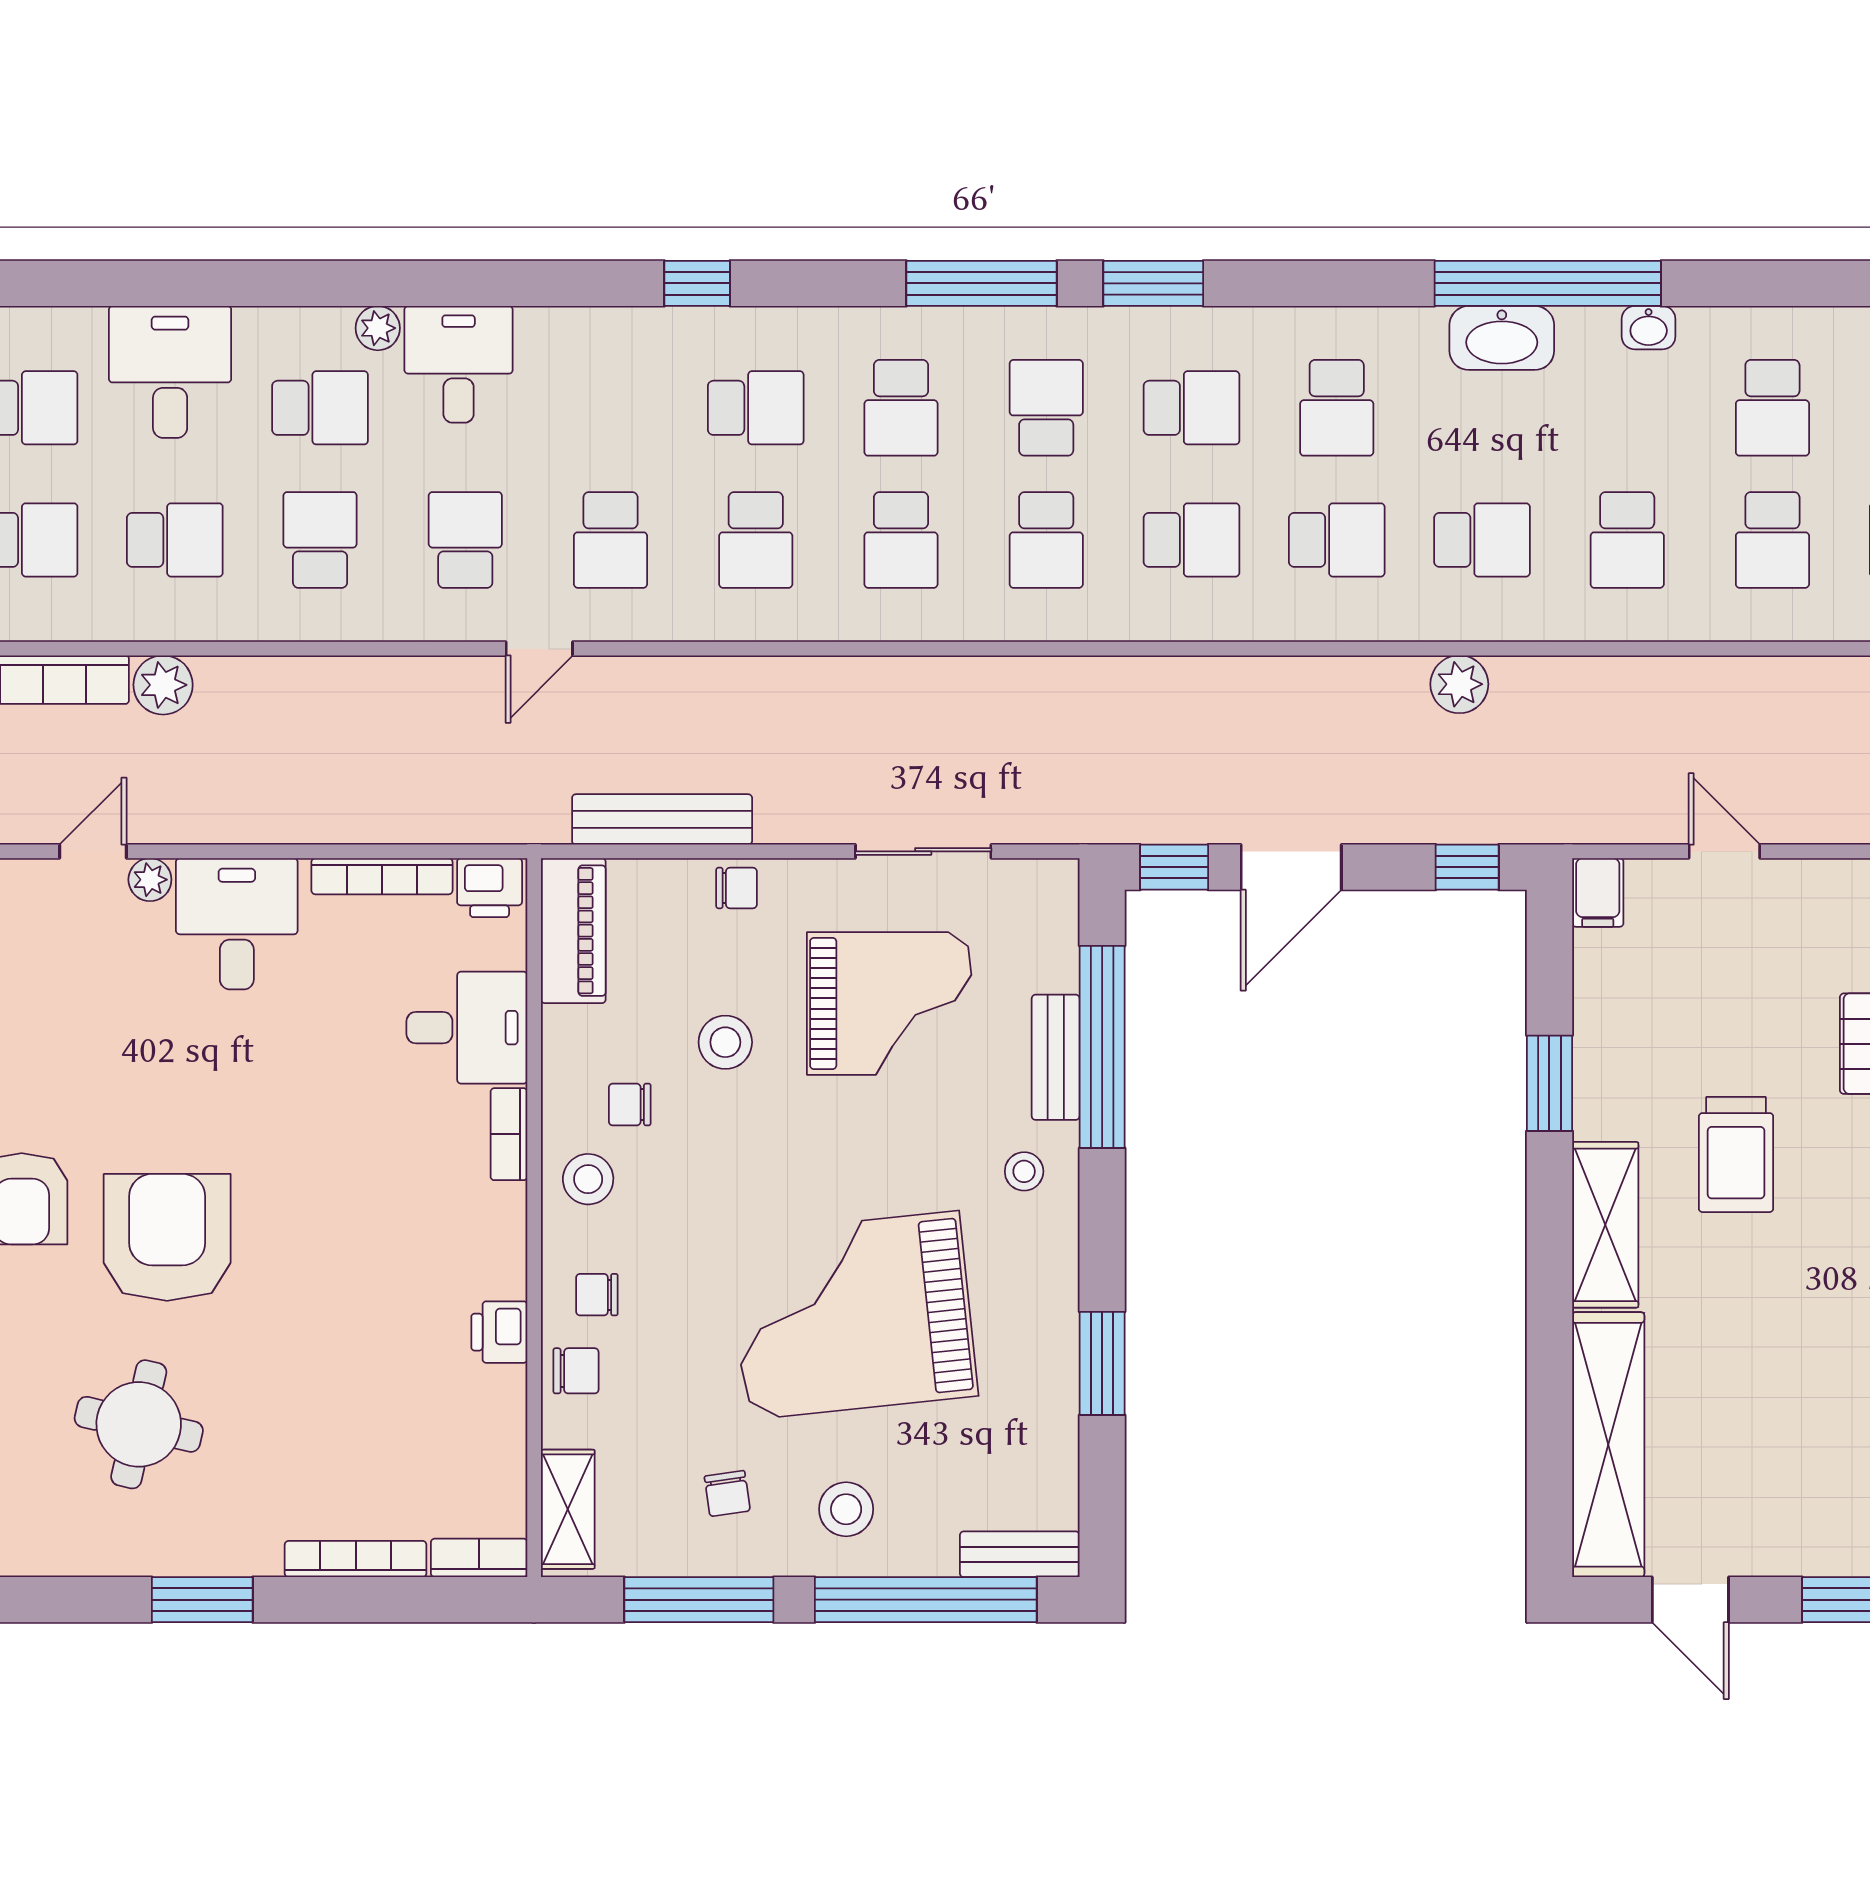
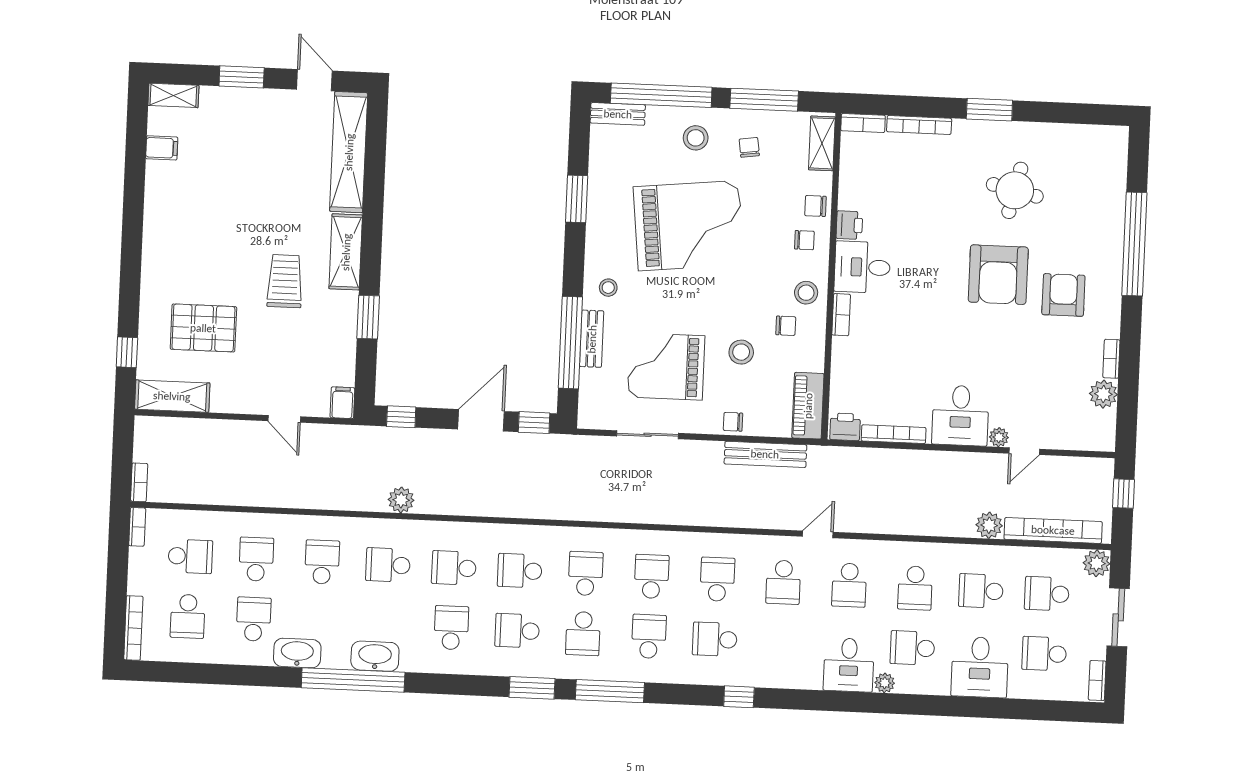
washbasin: (1649, 328) -> (297, 653), width x1.91, depth x1.45
school desk: (611, 540) -> (783, 582), turned 180
desk: (467, 1028) -> (862, 267), moved

